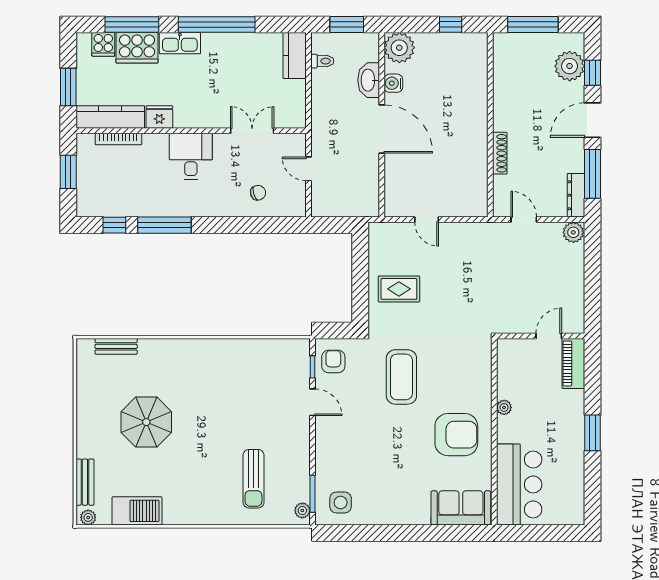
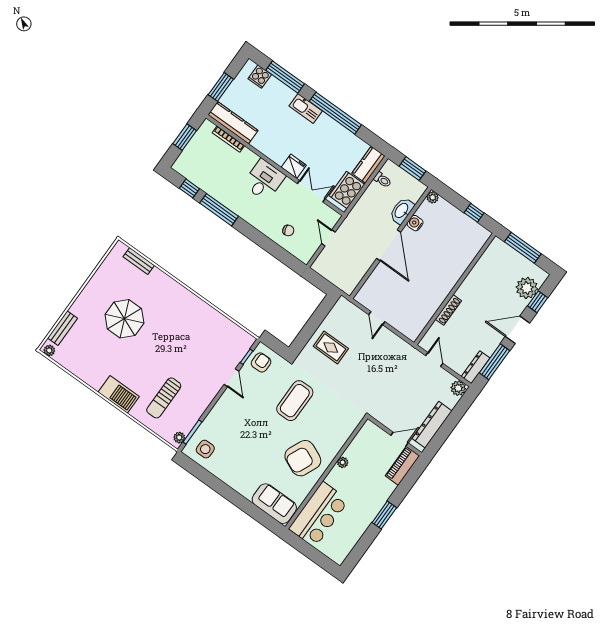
cooker: (137, 48) -> (347, 190), moved, turned 90
plant: (399, 48) -> (433, 197), width x0.53, depth x0.53
fridge: (159, 117) -> (294, 166), moved
dresser: (573, 294) -> (432, 425), added
armchair: (456, 435) -> (303, 458), turned 114
barbecue: (137, 511) -> (119, 394), moved

